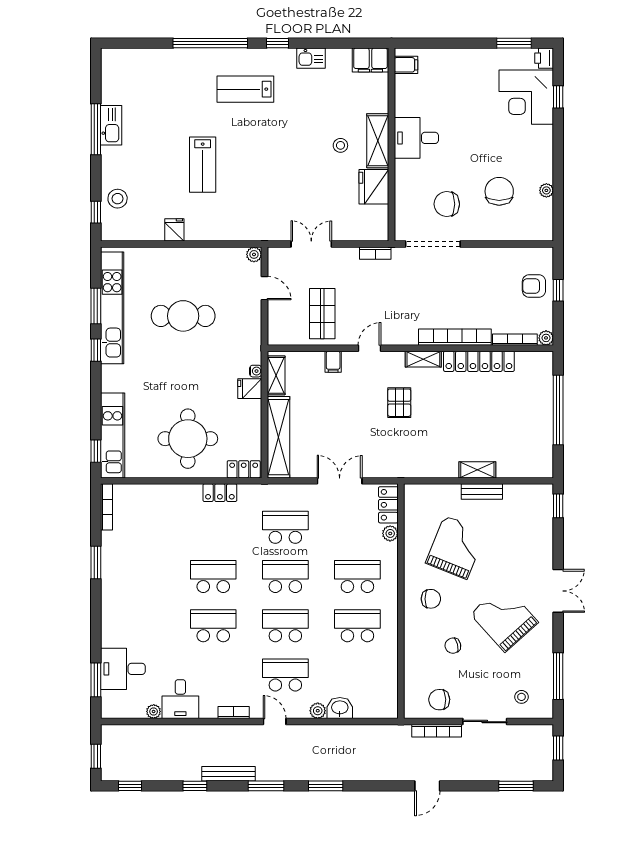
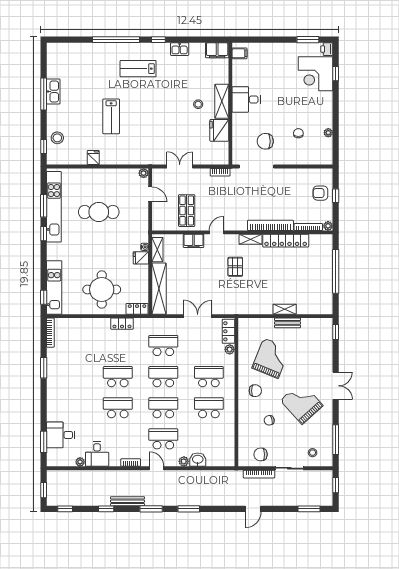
chair: (499, 191) -> (298, 133), width x0.54, depth x0.54
filing cabinet: (333, 362) -> (194, 241), width x2.00

